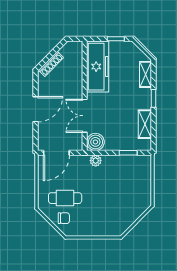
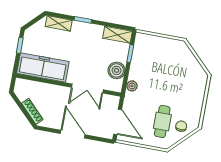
shelving: (145, 124) -> (117, 35), moved
boiler: (95, 142) -> (116, 70), moved

